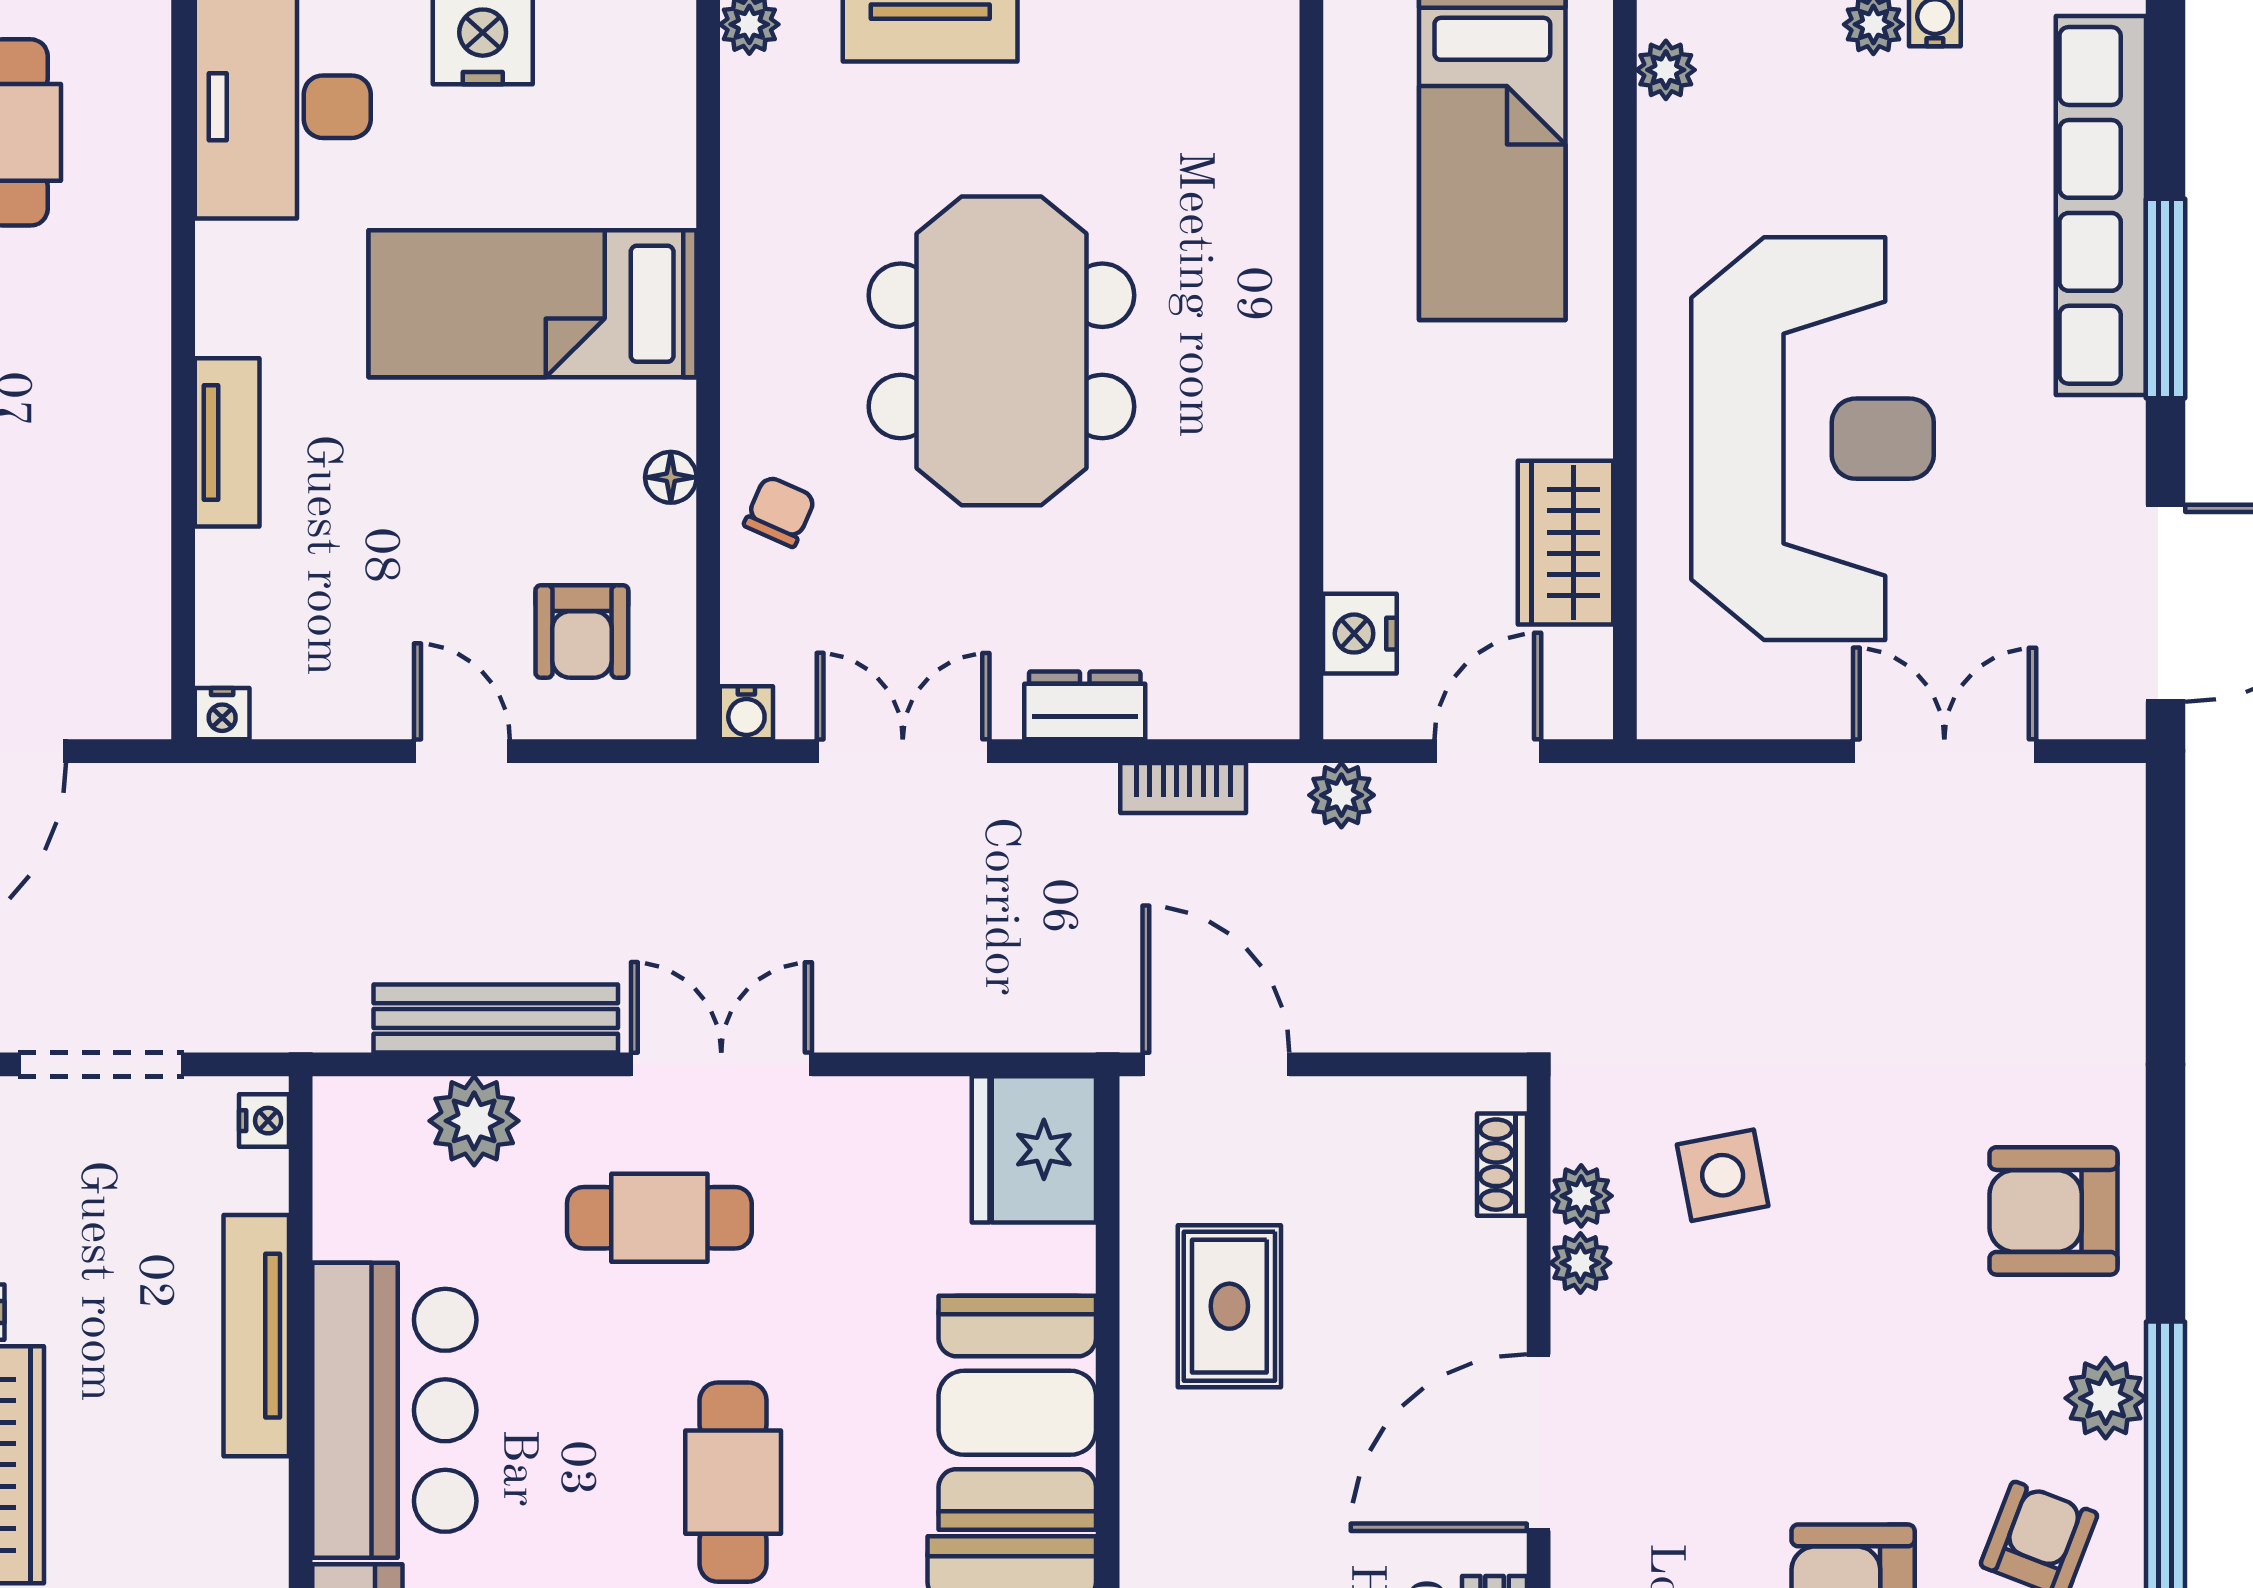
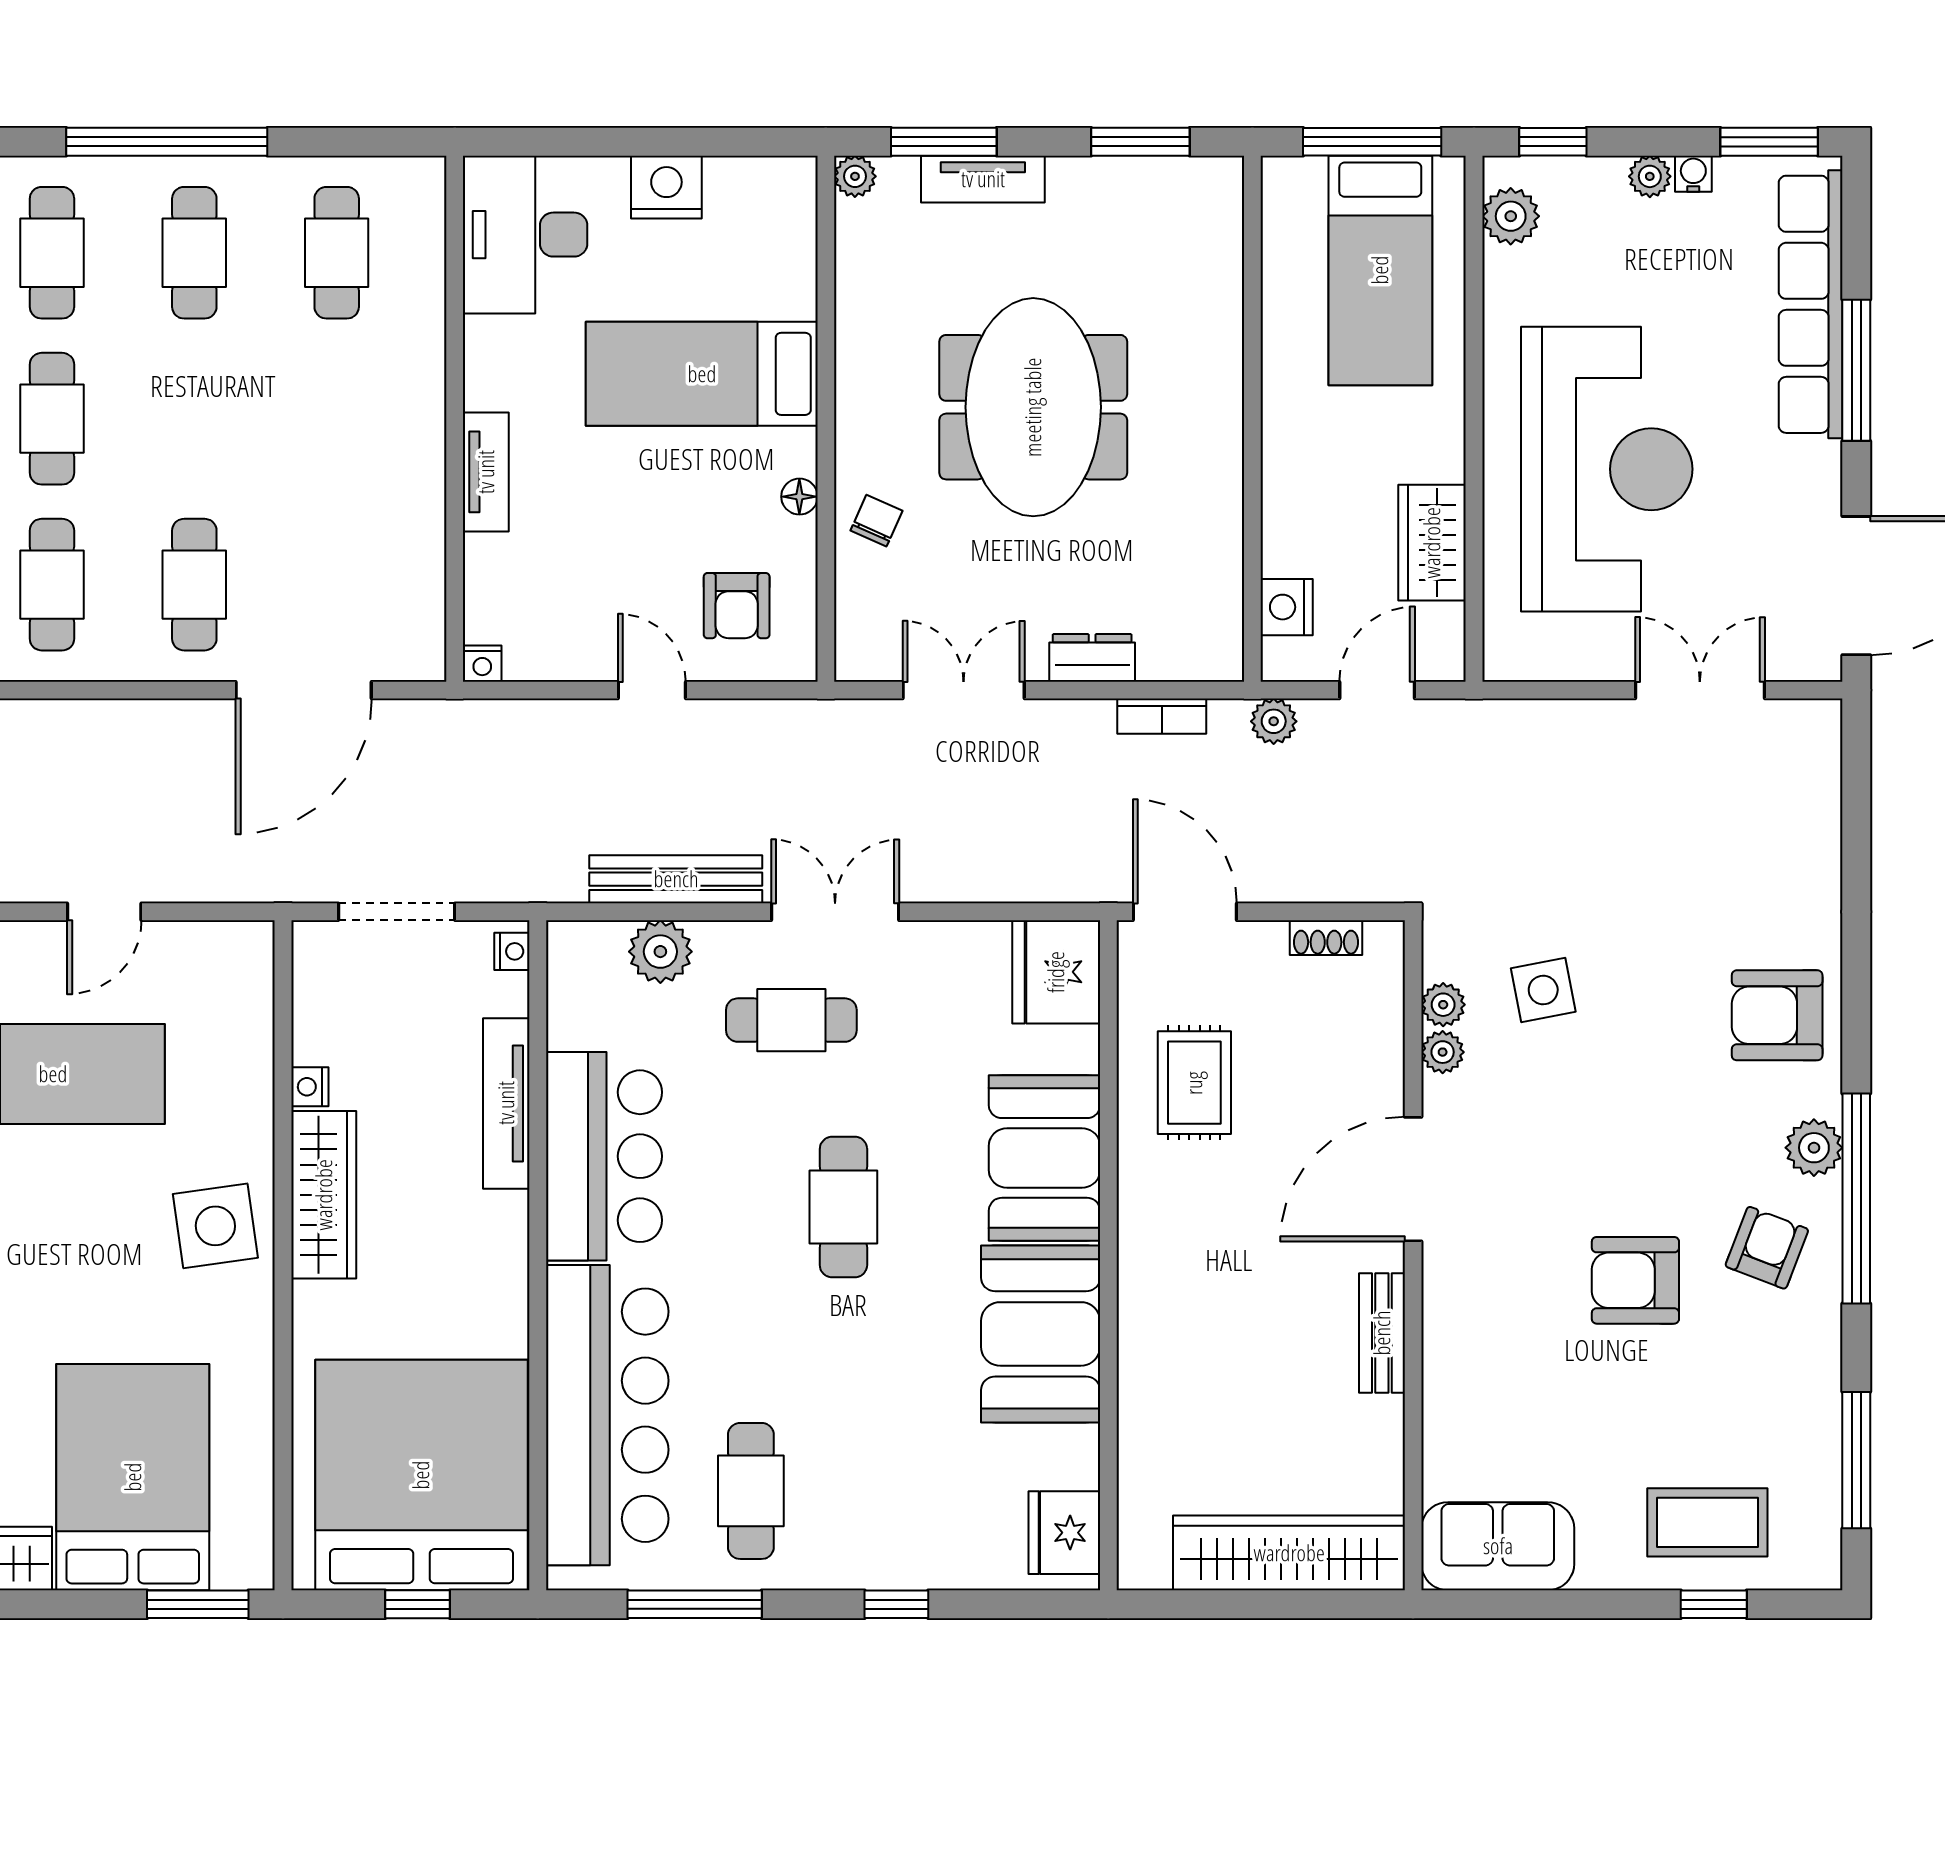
plant: (1666, 70) -> (1511, 216), width x1.38, depth x1.38
water cooler: (746, 713) -> (853, 663), removed
shoe rack: (1502, 1165) -> (1326, 938), moved, turned -90

